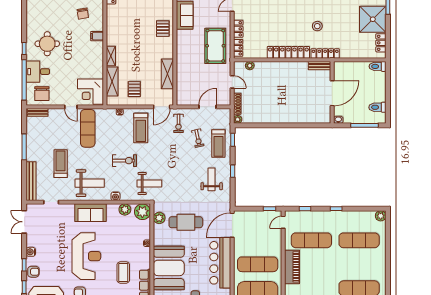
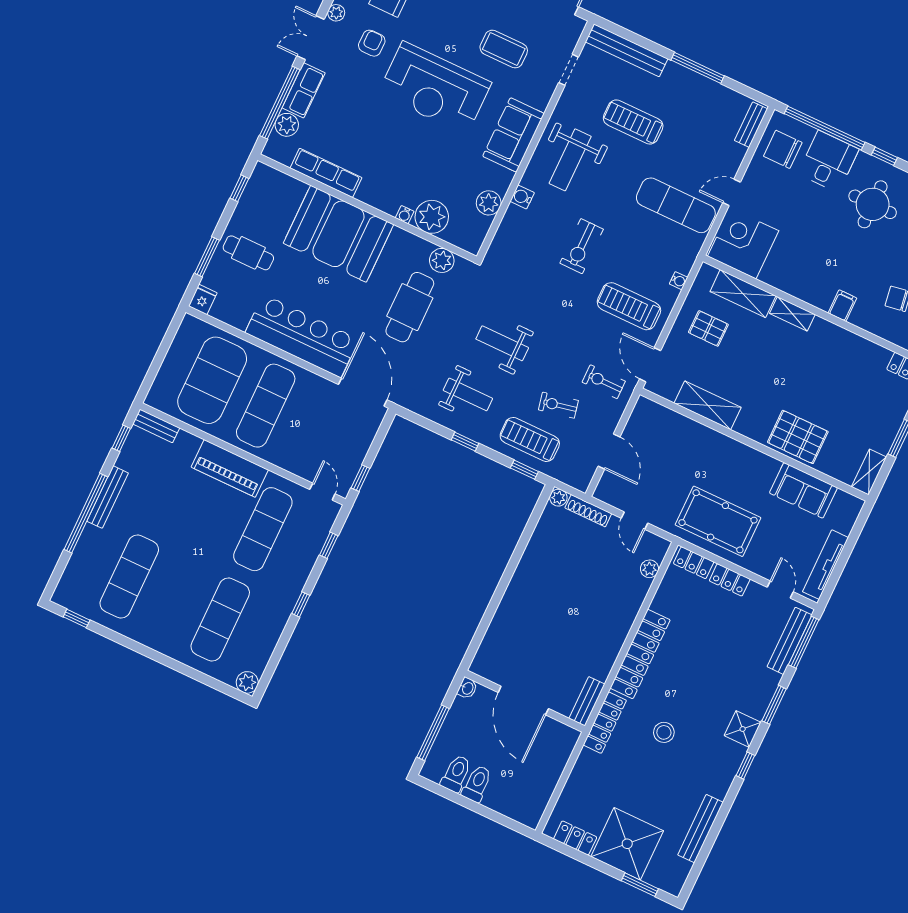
pallet: (163, 29) -> (798, 437), width x1.50, depth x1.42
toilet: (377, 66) -> (477, 784), moved
door: (232, 82) -> (634, 521), hinge flipped
treadmill: (61, 164) -> (633, 122), turned 180
weight bench: (149, 184) -> (502, 343), moved, turned 90
plant: (142, 212) -> (432, 217), moved
coffee table: (123, 272) -> (504, 49), moved

